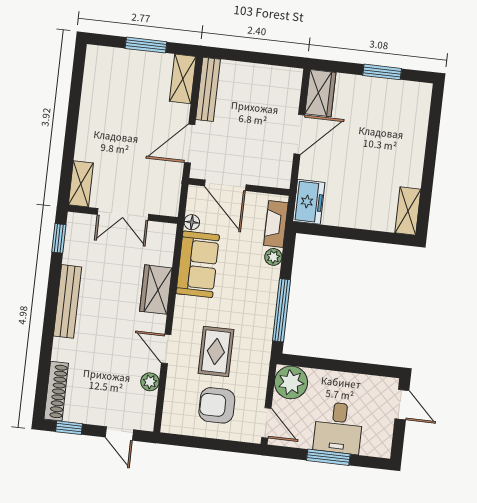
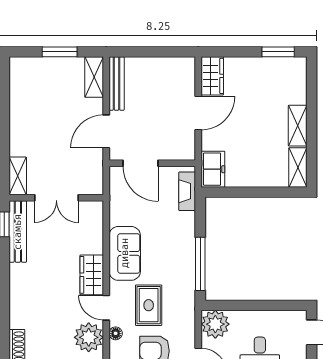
window: (382, 72) -> (278, 52), moved
shelving: (413, 162) -> (298, 126), added
floor lamp: (192, 222) -> (116, 333), moved
plant: (273, 257) -> (188, 219), removed
sofa: (198, 264) -> (125, 253), moved
wardrobe: (156, 290) -> (92, 275), moved
bench: (68, 301) -> (18, 232), moved
plant: (150, 382) -> (89, 337), width x1.88, depth x1.88

